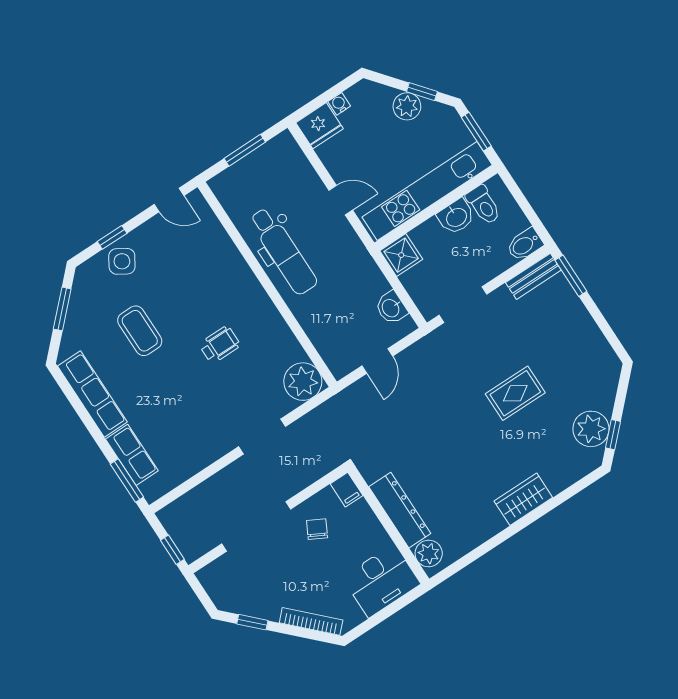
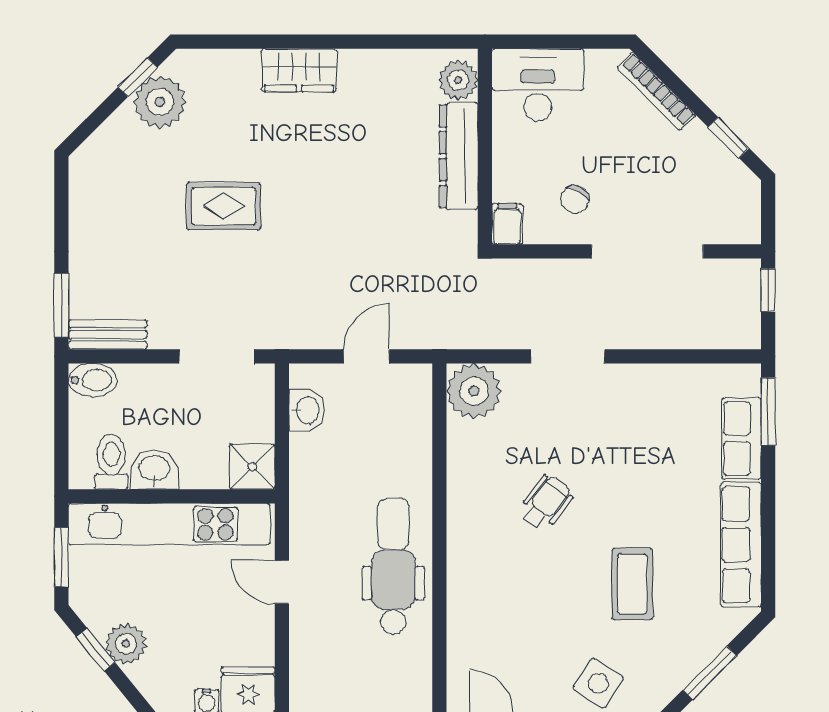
wheelchair: (220, 345) -> (546, 503), turned 128

